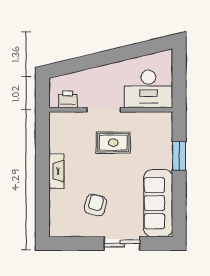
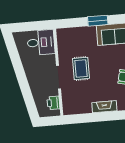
desk: (148, 89) -> (41, 42), width x0.73
window: (179, 156) -> (98, 21), moved

